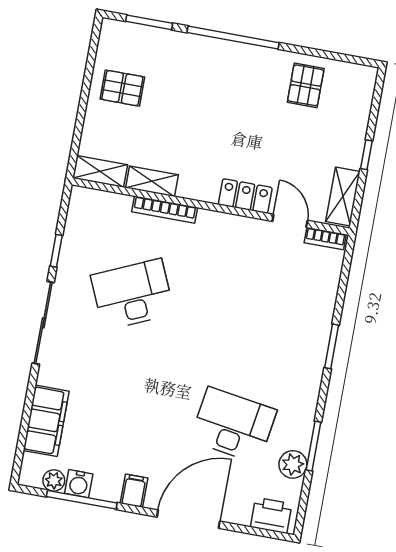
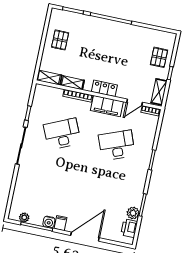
pallet: (306, 85) -> (159, 57), moved
pallet: (122, 88) -> (60, 40), turned 90
locker: (245, 196) -> (104, 88), moved
door: (290, 221) -> (135, 102), swing flipped
filing cabinet: (46, 421) -> (107, 106), moved, turned 90
desk: (233, 425) -> (117, 145), moved, turned -30
water cooler: (79, 484) -> (49, 222), moved
printer: (271, 515) -> (129, 228), moved, turned -90

